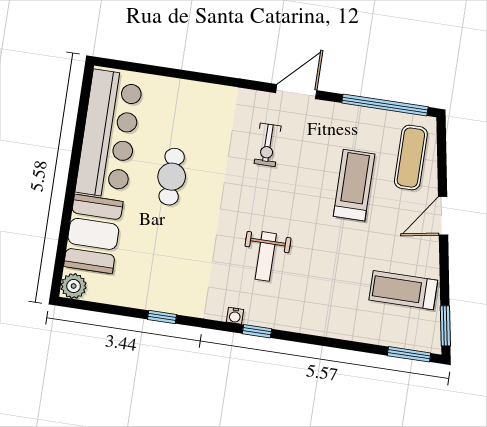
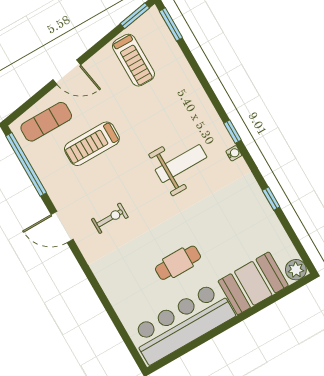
weight bench: (266, 256) -> (181, 164), width x1.36, depth x1.33

